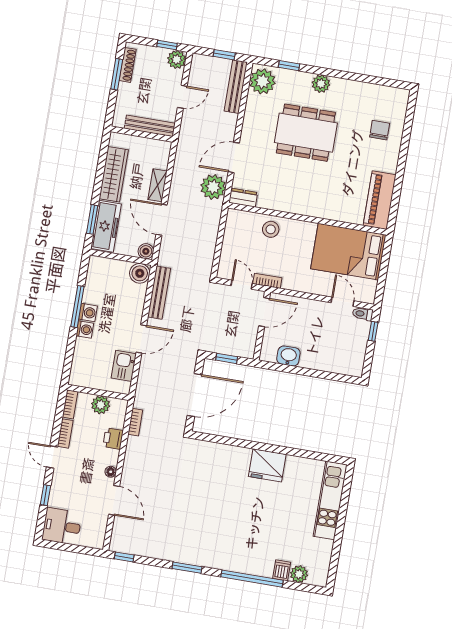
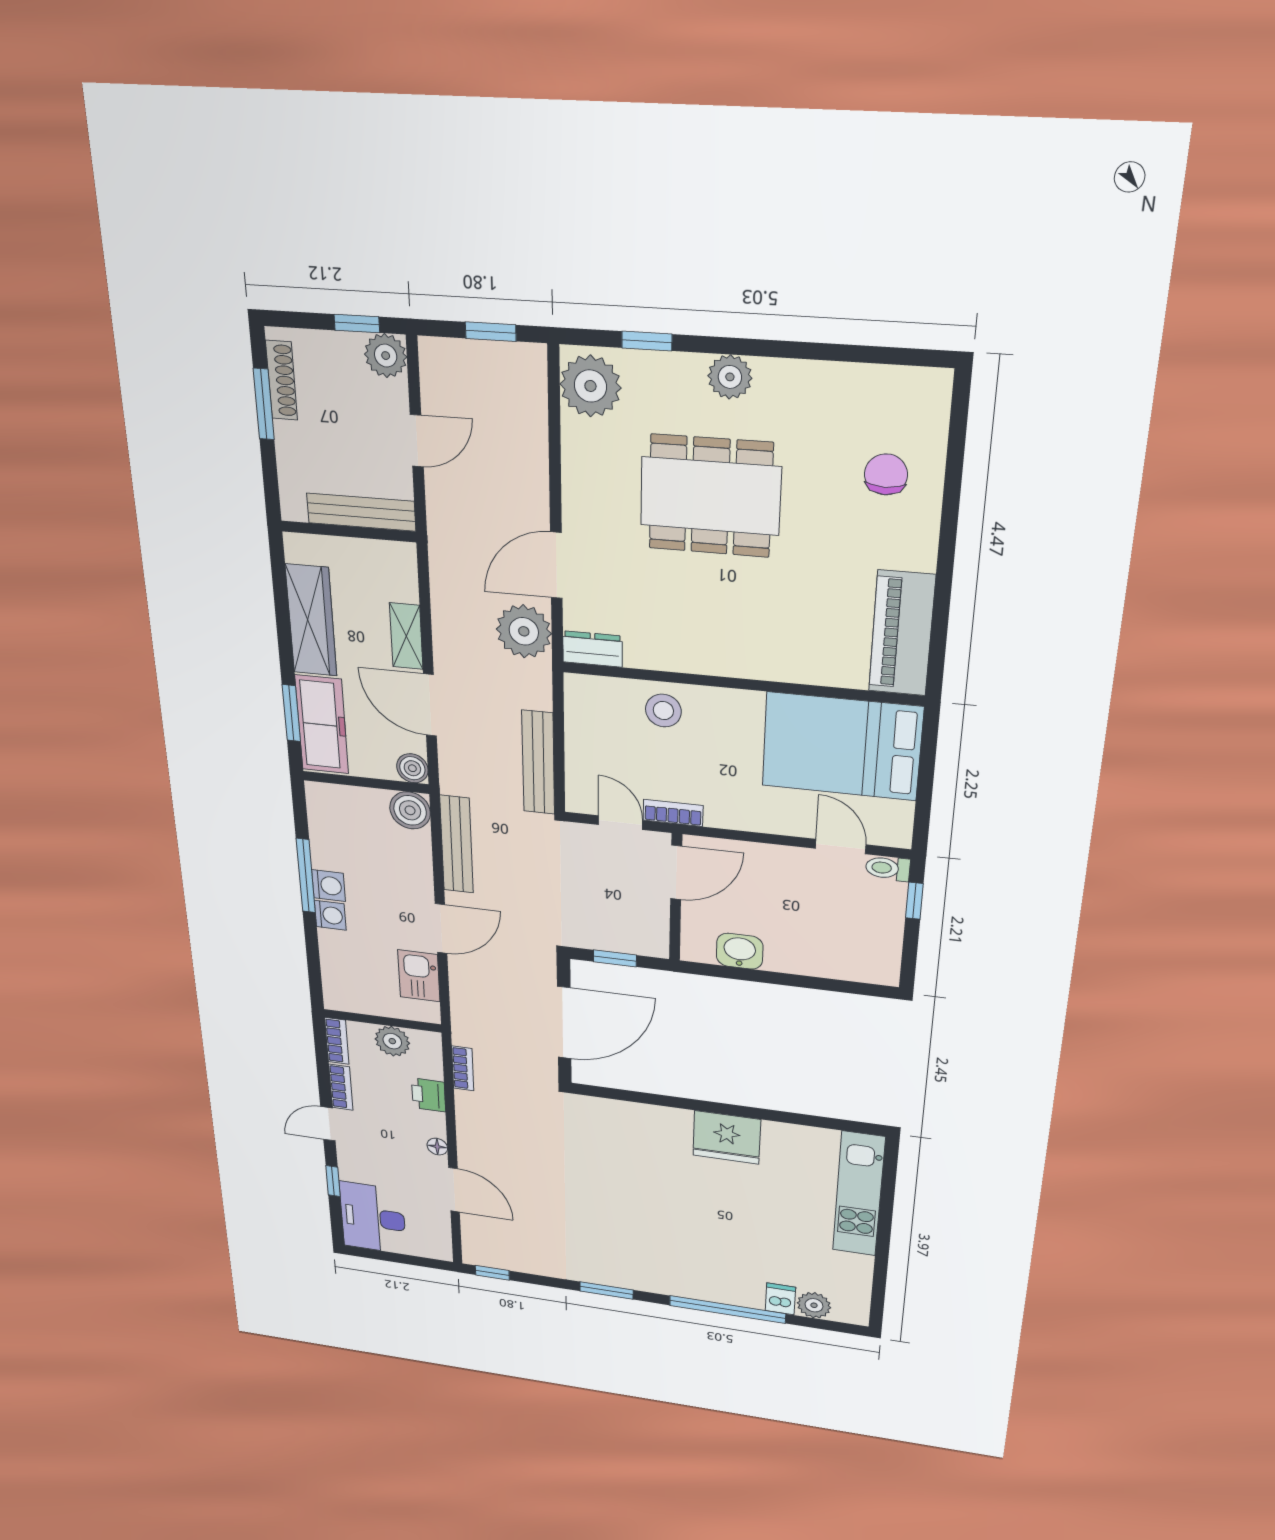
bench: (236, 87) -> (538, 763), moved
door: (52, 457) -> (328, 1124), hinge flipped
desk: (62, 526) -> (373, 1218), width x1.37

